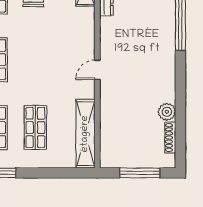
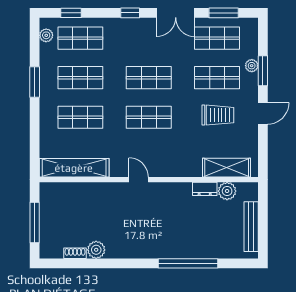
shop shelf: (35, 60) -> (149, 117), added
shoe rack: (170, 138) -> (75, 253), width x0.70

